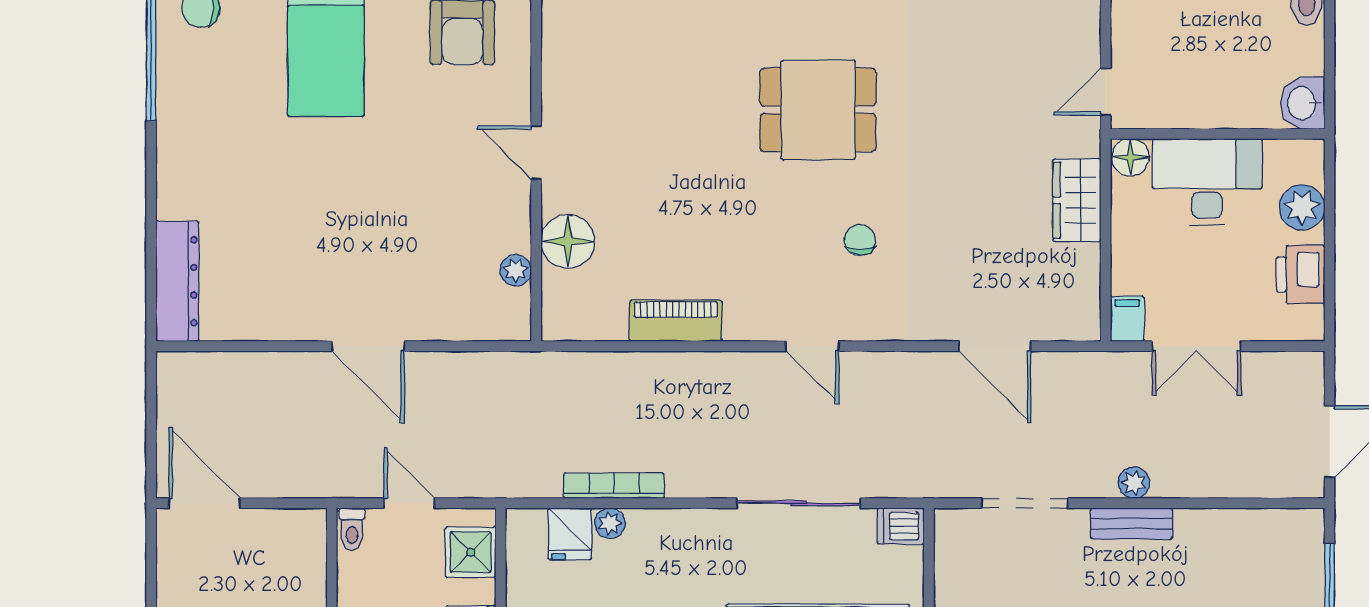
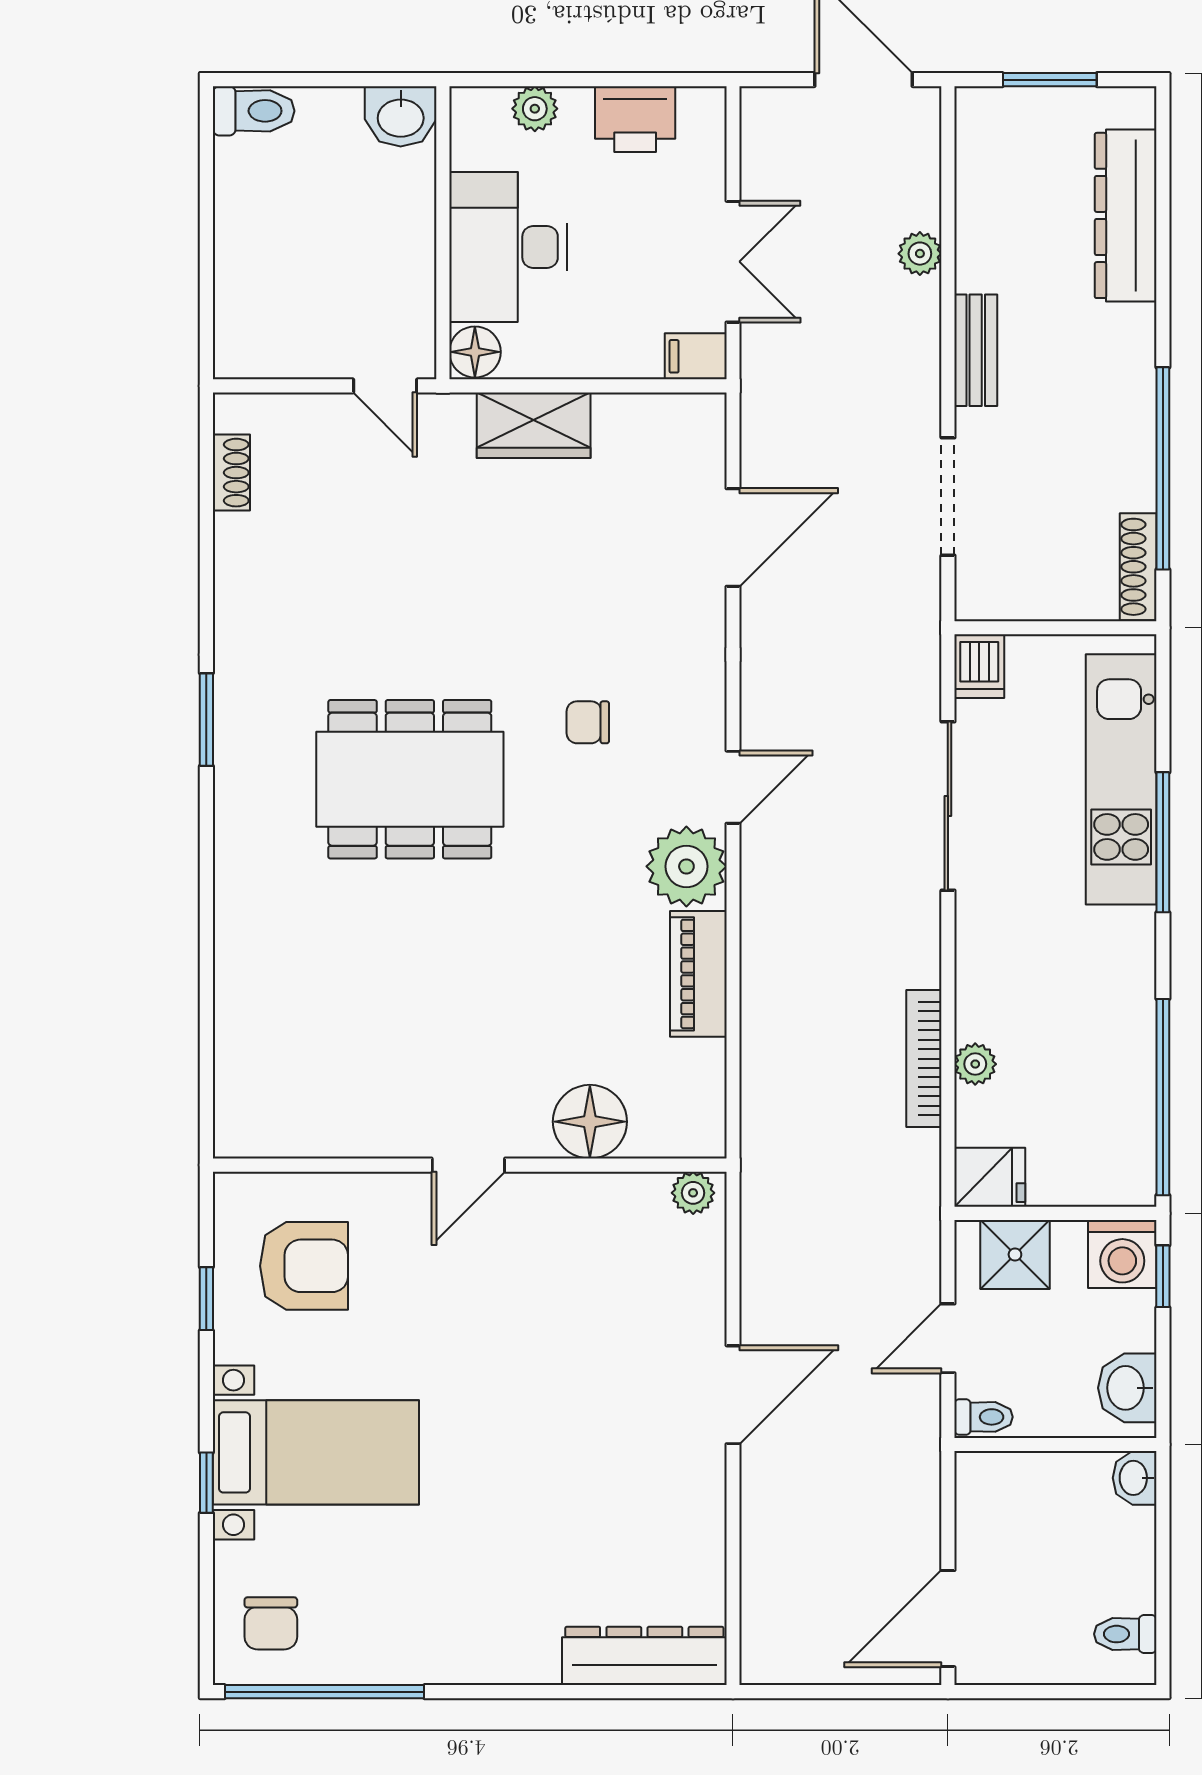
dining table: (818, 110) -> (410, 779), width x1.38
plant: (1302, 207) -> (535, 109), width x0.73, depth x0.73
plant: (516, 270) -> (693, 1193), moved
plant: (754, 312) -> (686, 866), added
plant: (1134, 483) -> (920, 254), moved
fridge: (570, 534) -> (990, 1177), moved

